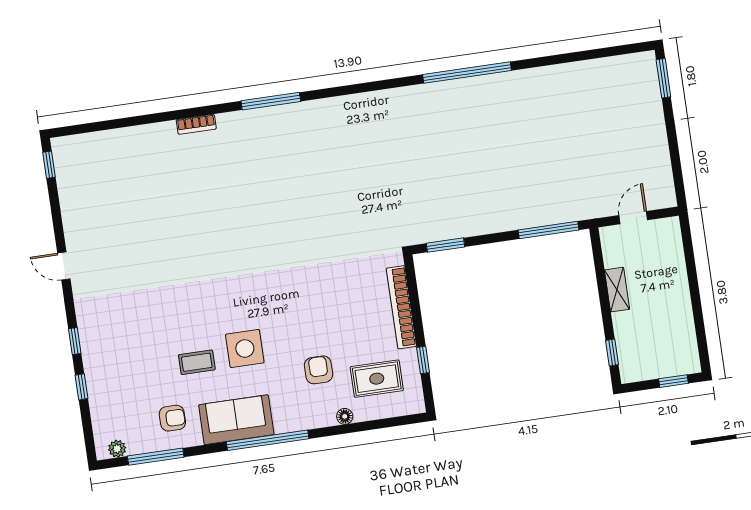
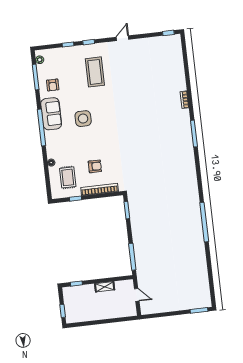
coffee table: (197, 362) -> (95, 72), moved, width x1.86, depth x1.72
armchair: (319, 370) -> (95, 166), moved

